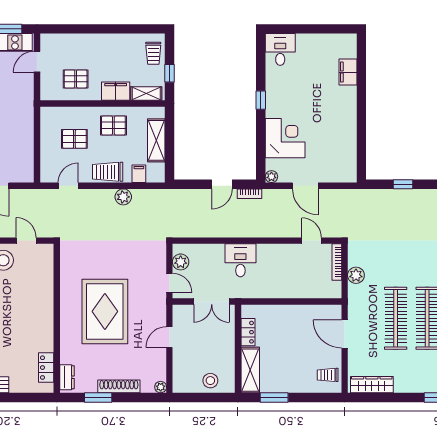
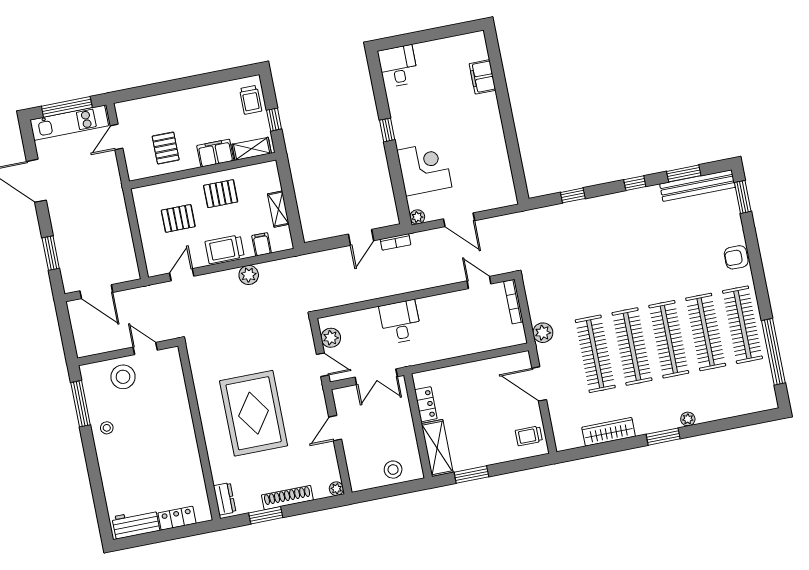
pallet: (76, 79) -> (166, 148), turned 90
shelving: (156, 140) -> (278, 209), width x0.67, depth x0.75
plant: (356, 275) -> (543, 333), moved
locker: (46, 368) -> (177, 518), moved, turned 90
wardrobe: (372, 385) -> (609, 432), moved

